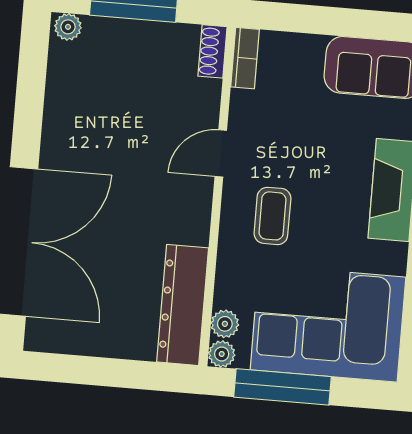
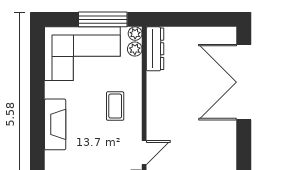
door: (221, 153) -> (144, 153), moved
dresser: (183, 305) -> (155, 49), width x0.73, depth x0.80

